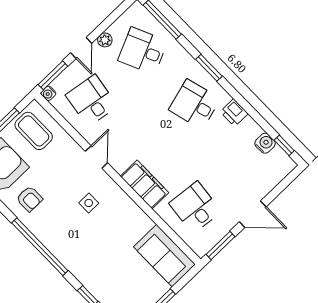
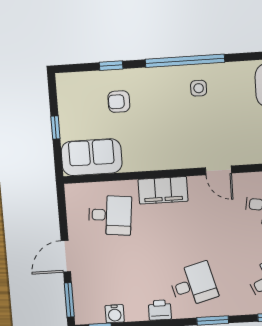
armchair: (29, 199) -> (119, 102), moved
side table: (89, 203) -> (199, 88), moved
window: (220, 245) -> (69, 300), moved

